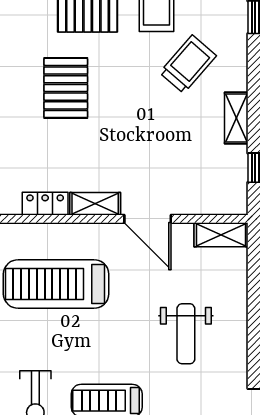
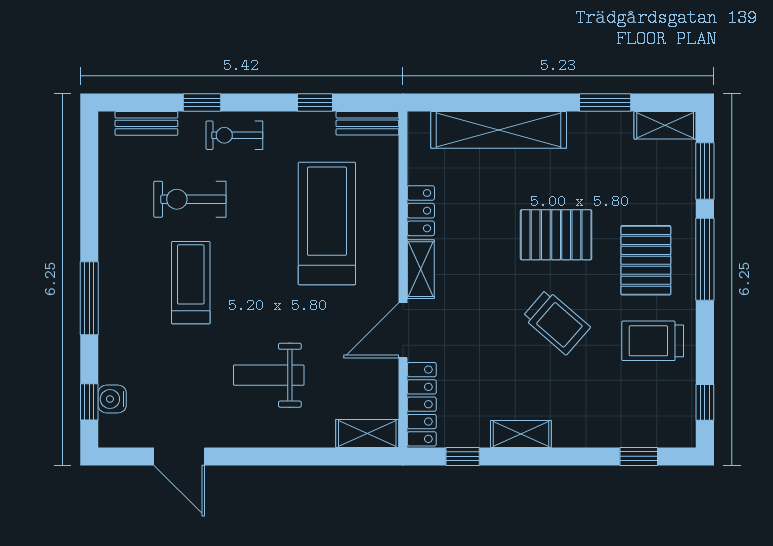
trolley: (188, 64) -> (556, 322), moved
locker: (211, 203) -> (422, 404), added
shelving: (221, 235) -> (367, 433), moved, turned 90

